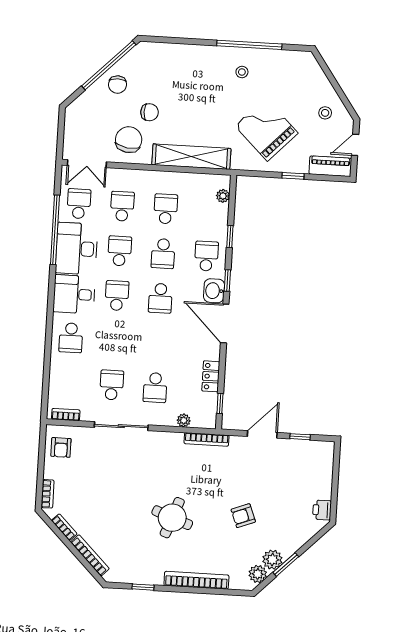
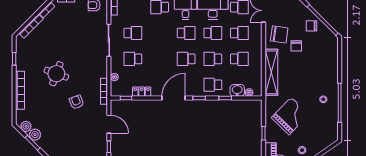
school desk: (206, 256) -> (213, 85), turned 180
washbasin: (214, 291) -> (237, 90), moved
armchair: (243, 516) -> (77, 102), moved

